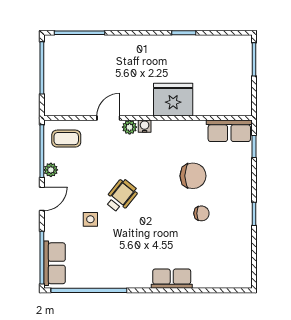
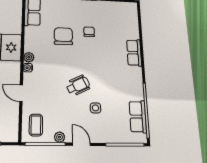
plant: (130, 127) -> (29, 57), moved
wheelchair: (121, 196) -> (78, 85), turned 115
row of seats: (54, 263) -> (138, 117), moved, turned -90

